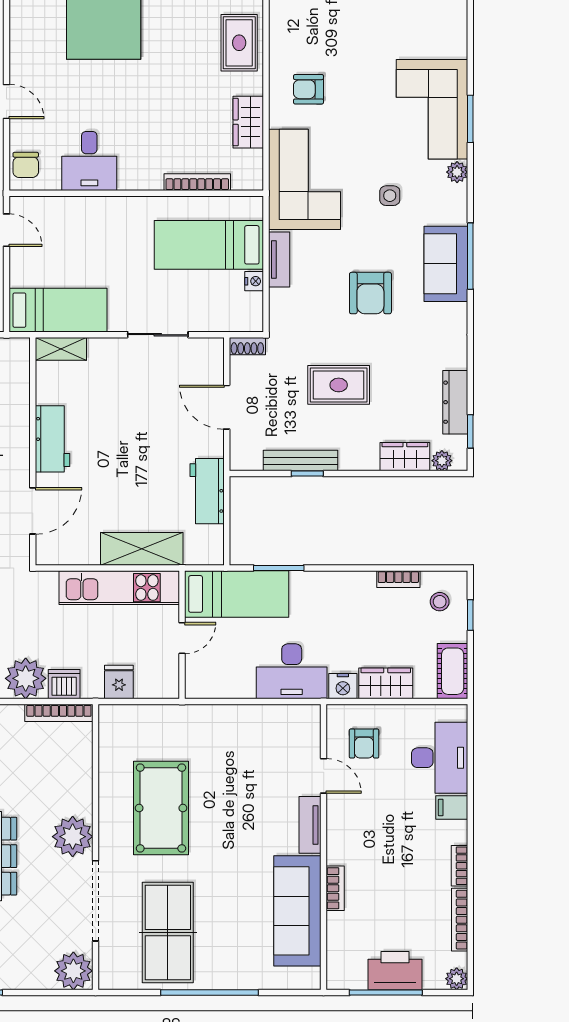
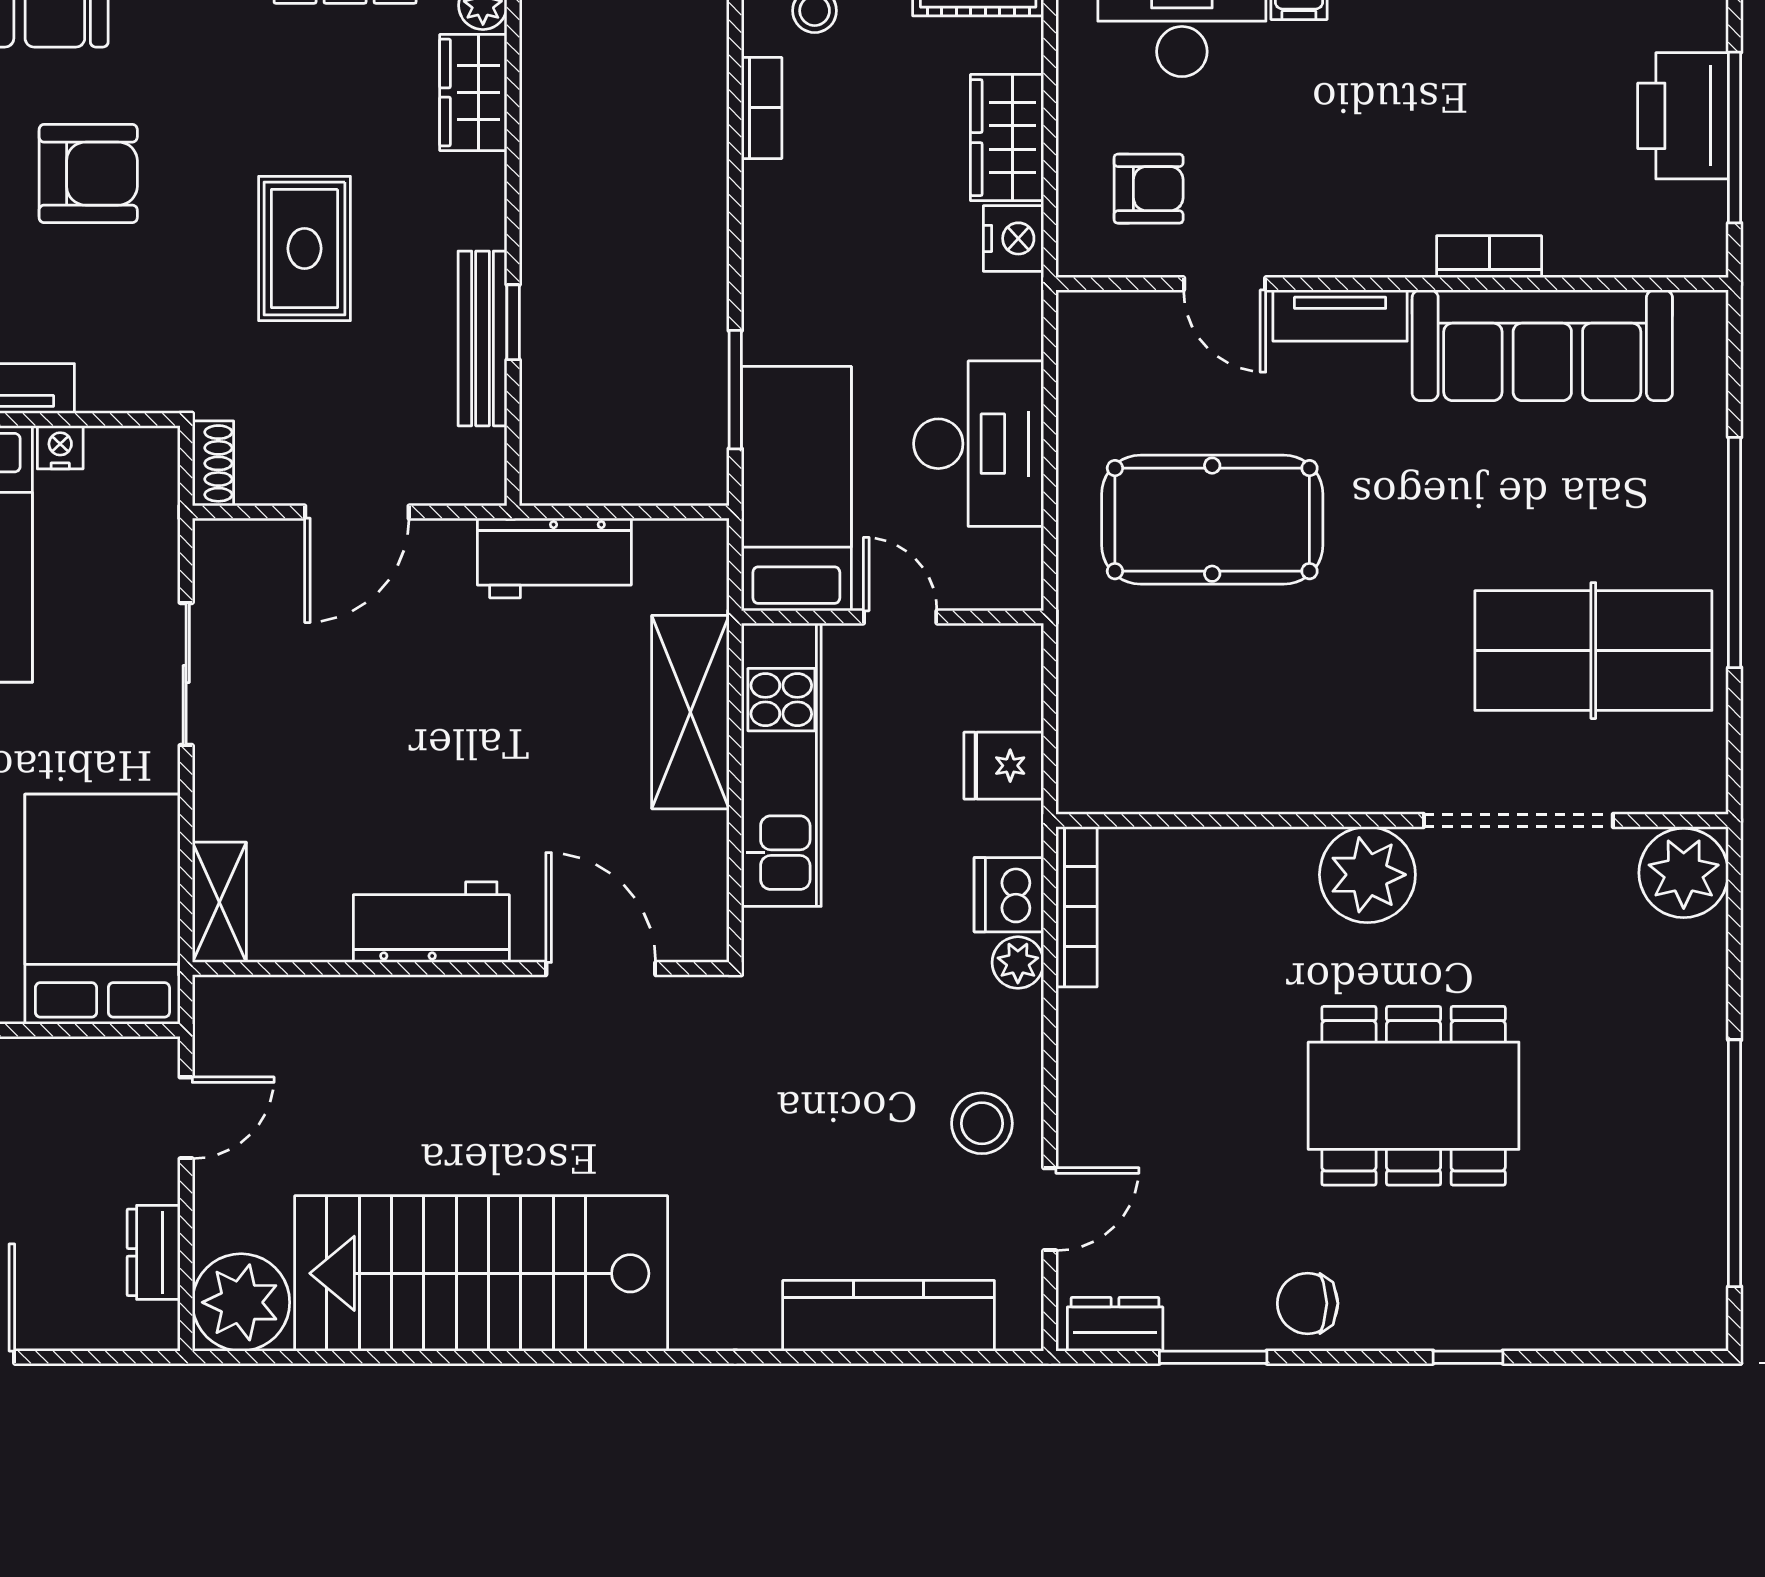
bed: (58, 310) -> (102, 909), width x1.50
desk: (292, 671) -> (979, 444), moved
plant: (26, 678) -> (1018, 963), width x0.53, depth x0.53
door: (324, 776) -> (1225, 284), swing flipped
pool table: (161, 808) -> (1212, 520), moved

